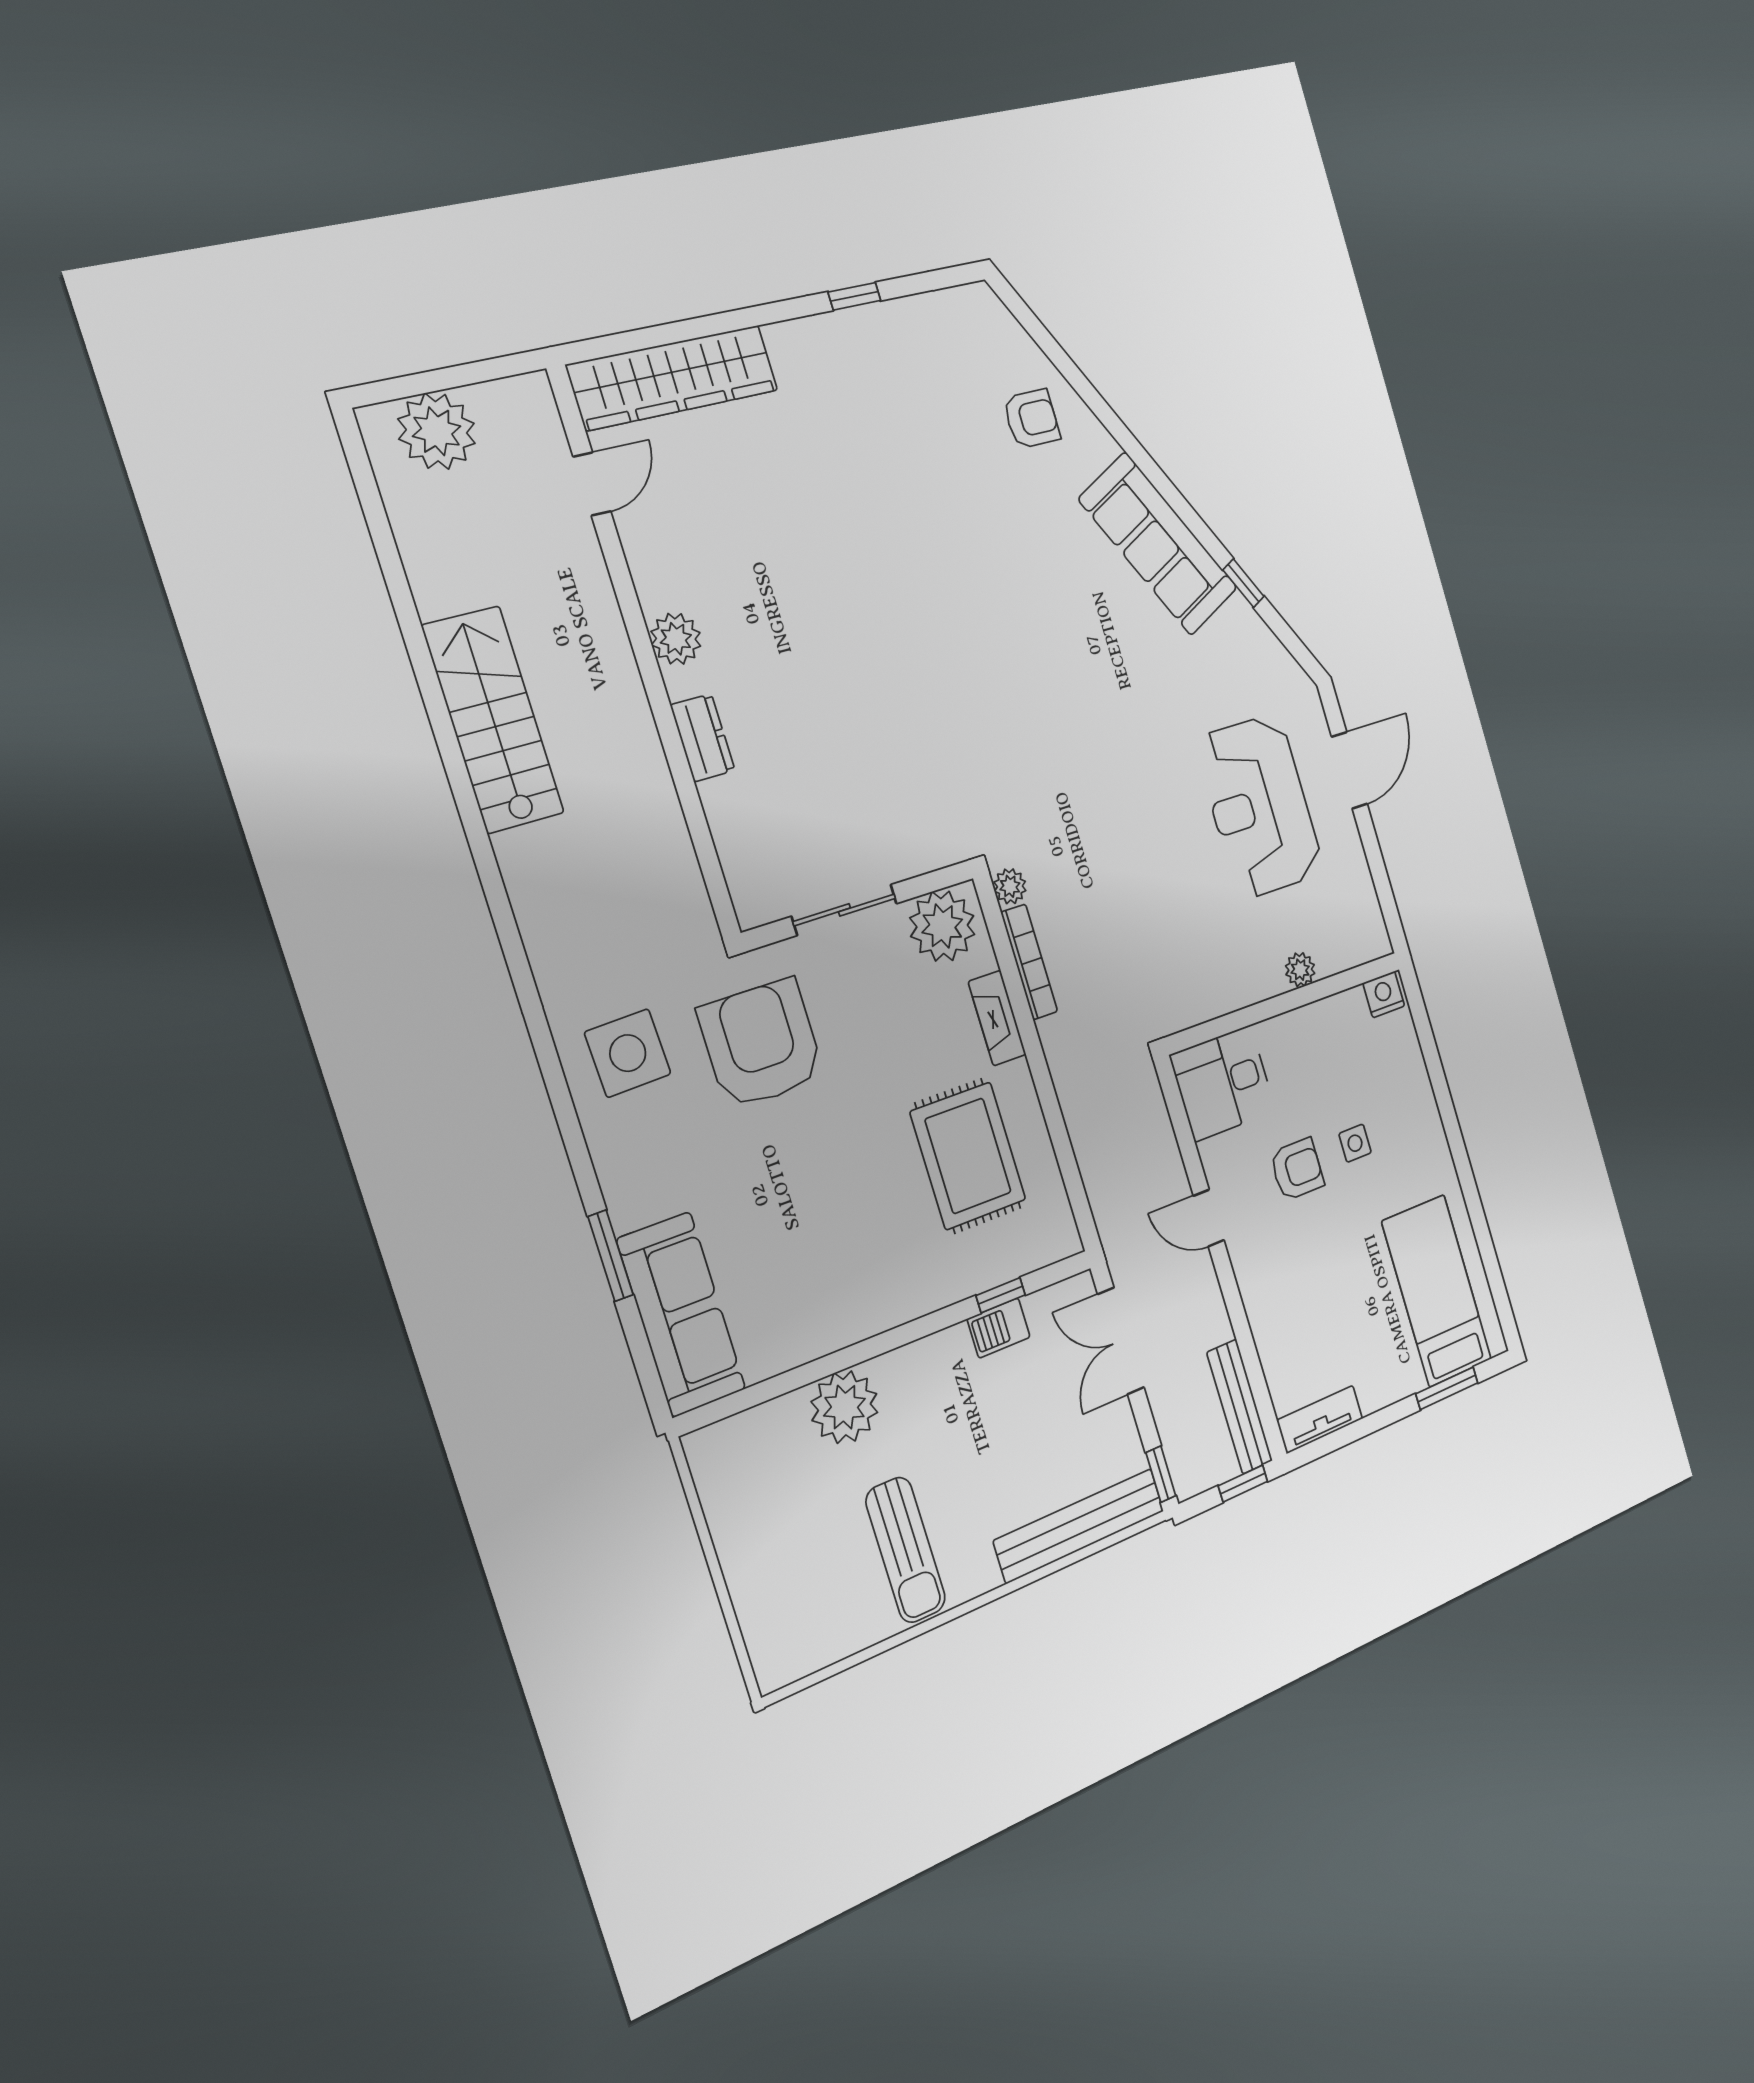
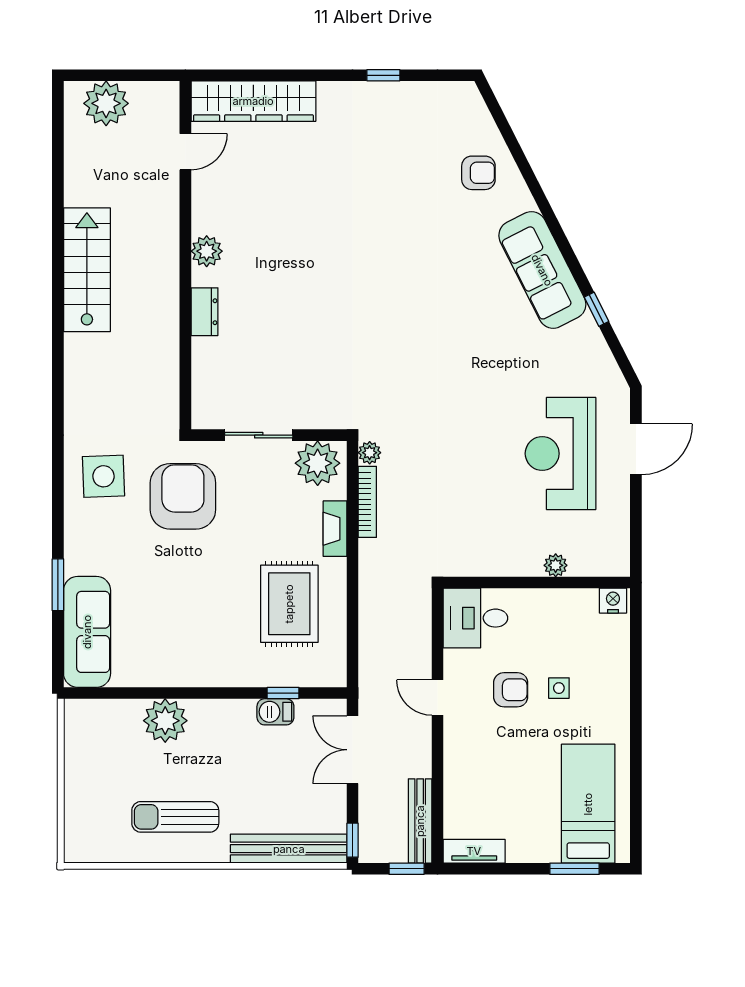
sun lounger: (906, 1550) -> (175, 817), turned 90

